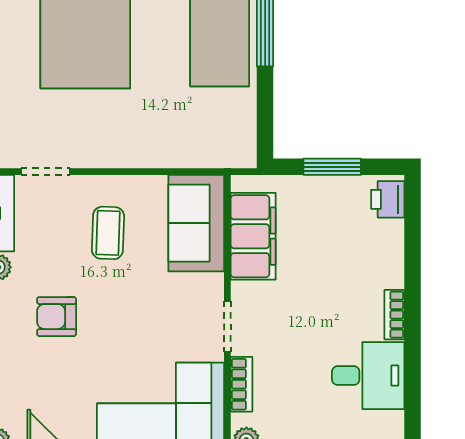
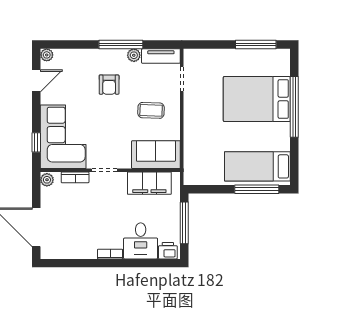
window: (332, 167) -> (184, 223), width x1.44
armchair: (57, 317) -> (109, 85), turned 180
desk: (368, 376) -> (141, 241), moved

